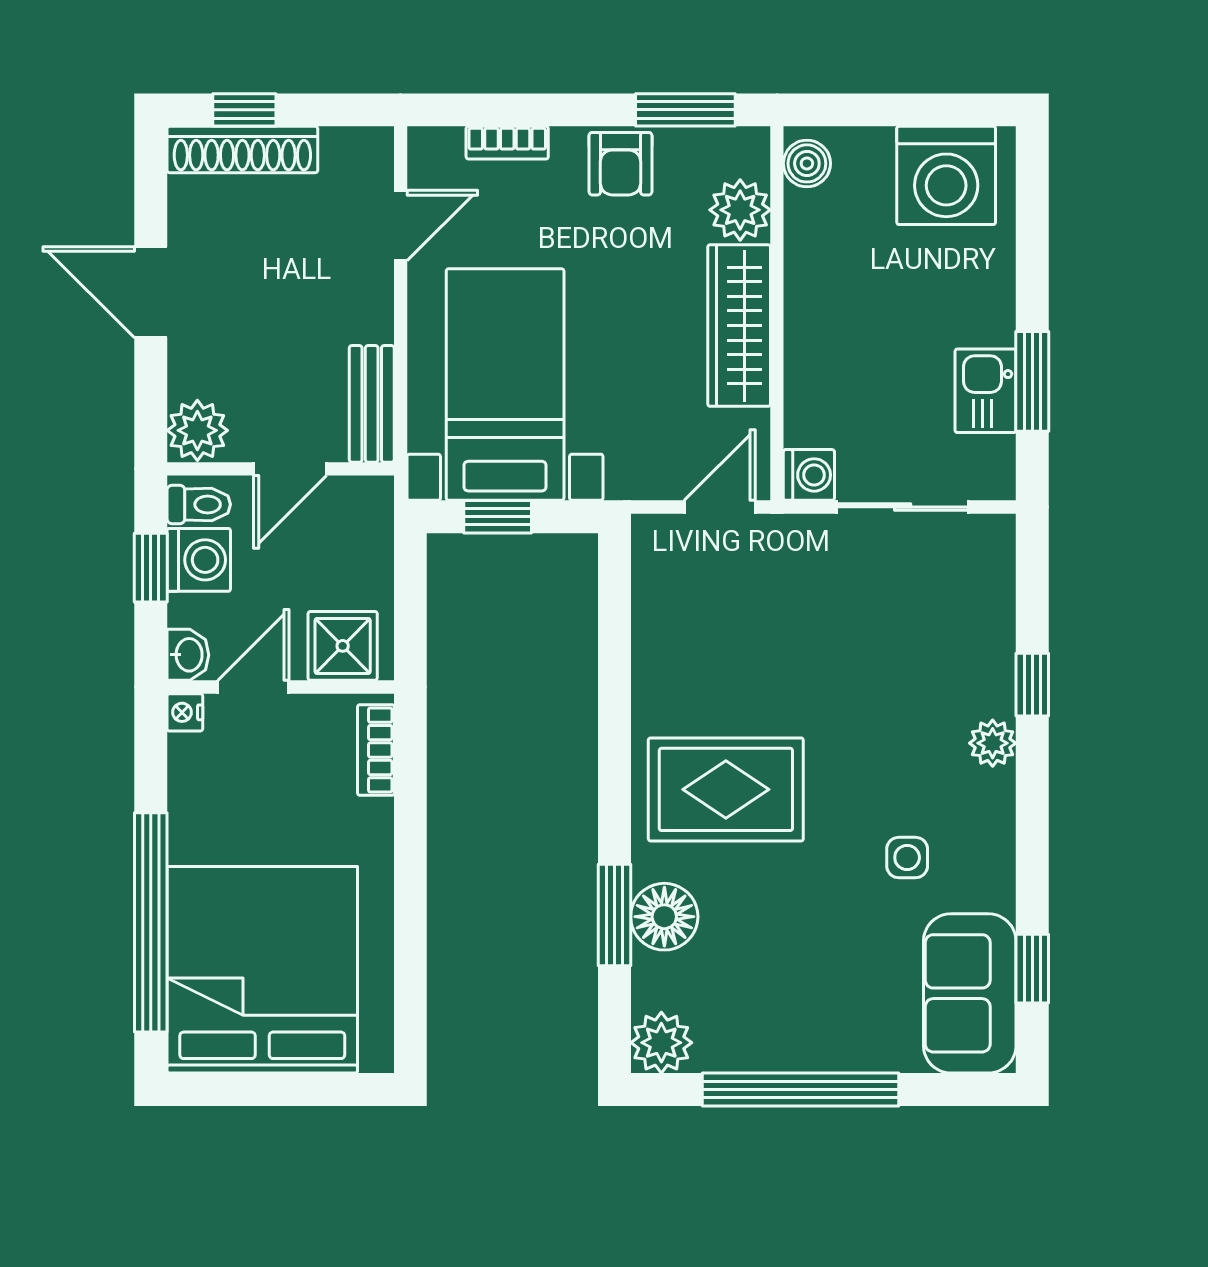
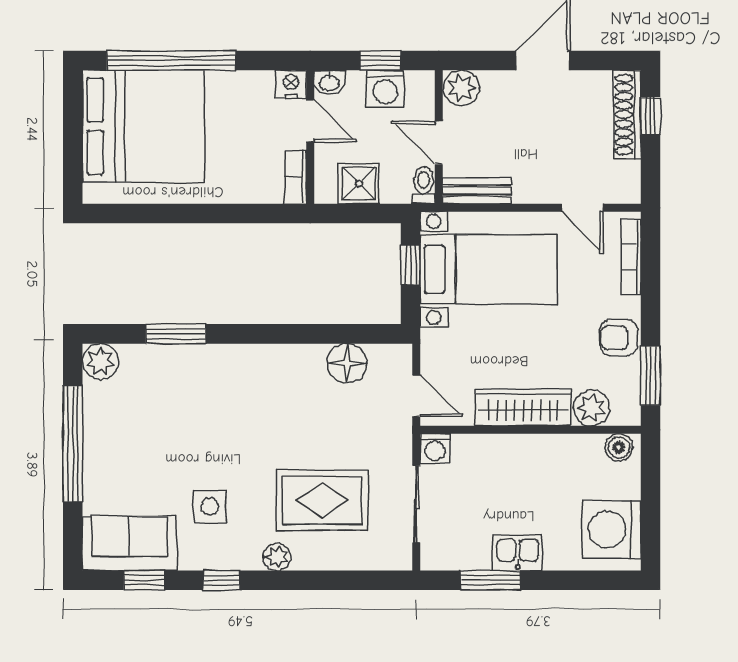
bookcase: (507, 143) -> (631, 257), width x1.56
kitchen sink: (986, 391) -> (518, 553), moved
toilet: (199, 504) -> (424, 185), moved, turned 180
shower: (343, 646) -> (359, 184), moved
window: (1032, 685) -> (221, 580), moved
nightstand: (185, 712) -> (291, 84), width x1.39, depth x1.35
bookcase: (376, 750) -> (296, 177), moved, turned -90
rug: (726, 789) -> (322, 500), moved, turned 90
side table: (907, 858) -> (210, 506), width x1.37, depth x1.37
floor lamp: (664, 917) -> (347, 363), moved

